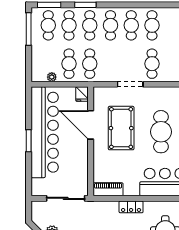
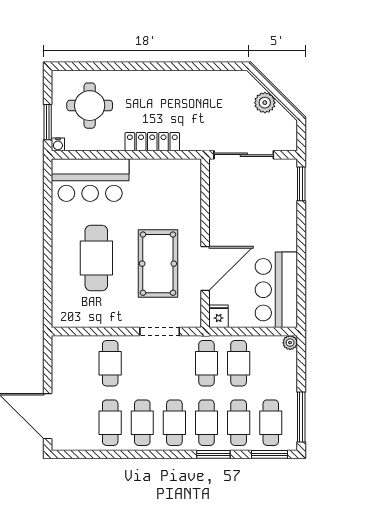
plant: (52, 77) -> (290, 343), moved
doorway: (130, 84) -> (160, 331), moved
door: (91, 125) -> (205, 269), hinge flipped
bar counter: (45, 132) -> (276, 290), width x0.54
window: (29, 141) -> (301, 184), moved
piano: (108, 189) -> (178, 169), removed
locker: (131, 207) -> (152, 142), width x1.53

